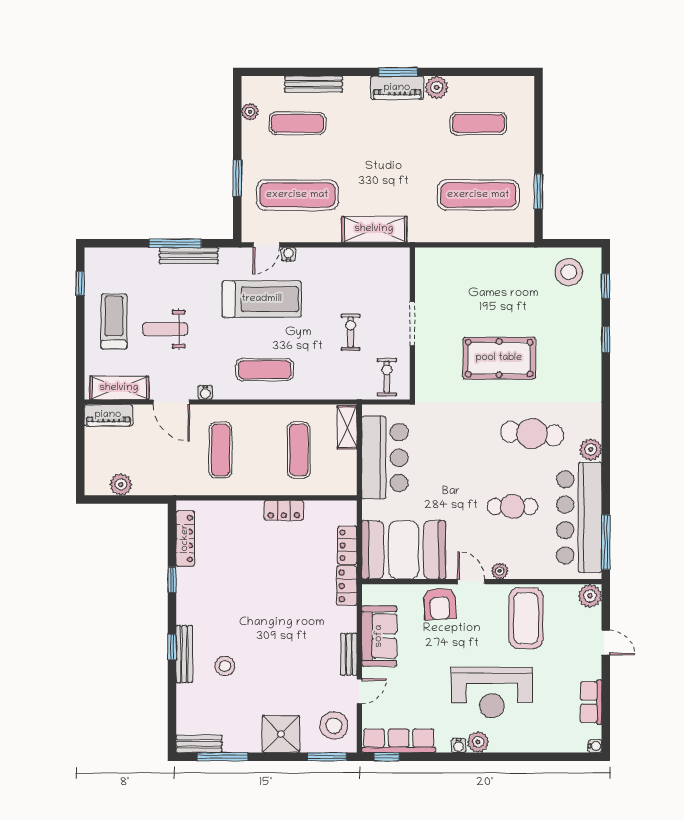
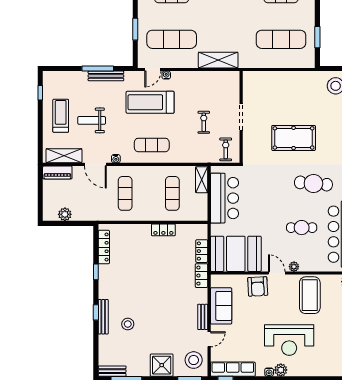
treadmill: (262, 299) -> (150, 102), turned 180

